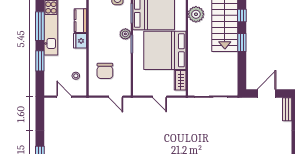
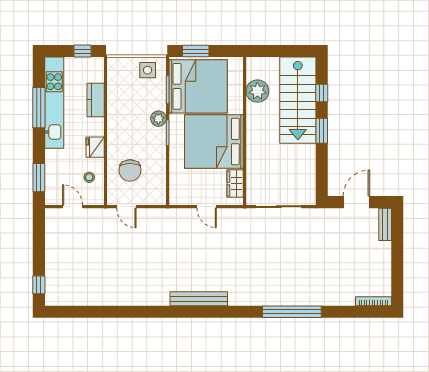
fridge: (80, 41) -> (95, 147), moved
window: (40, 61) -> (39, 178), moved
door: (116, 97) -> (126, 207), moved

